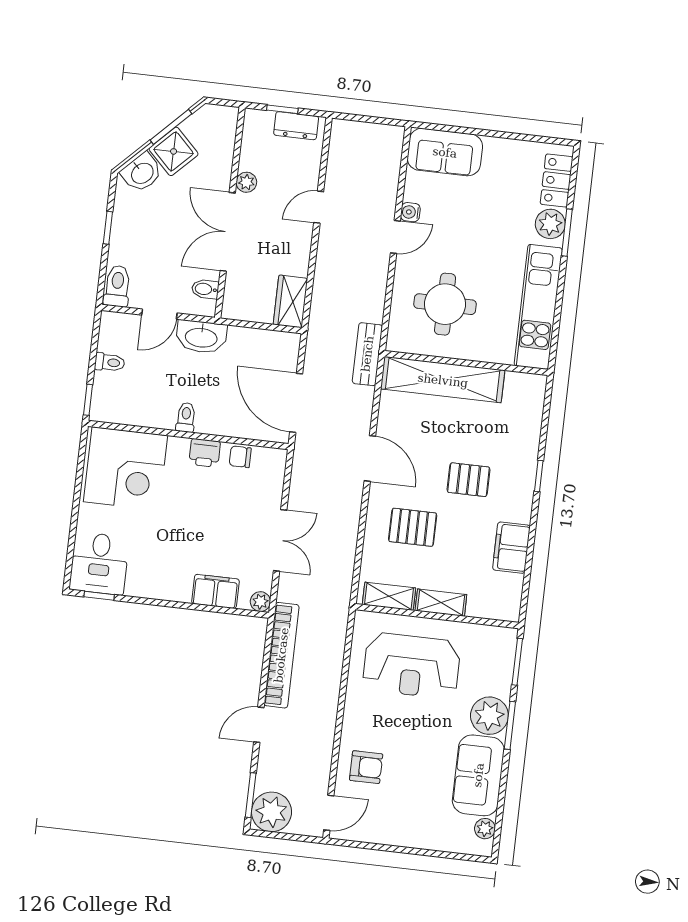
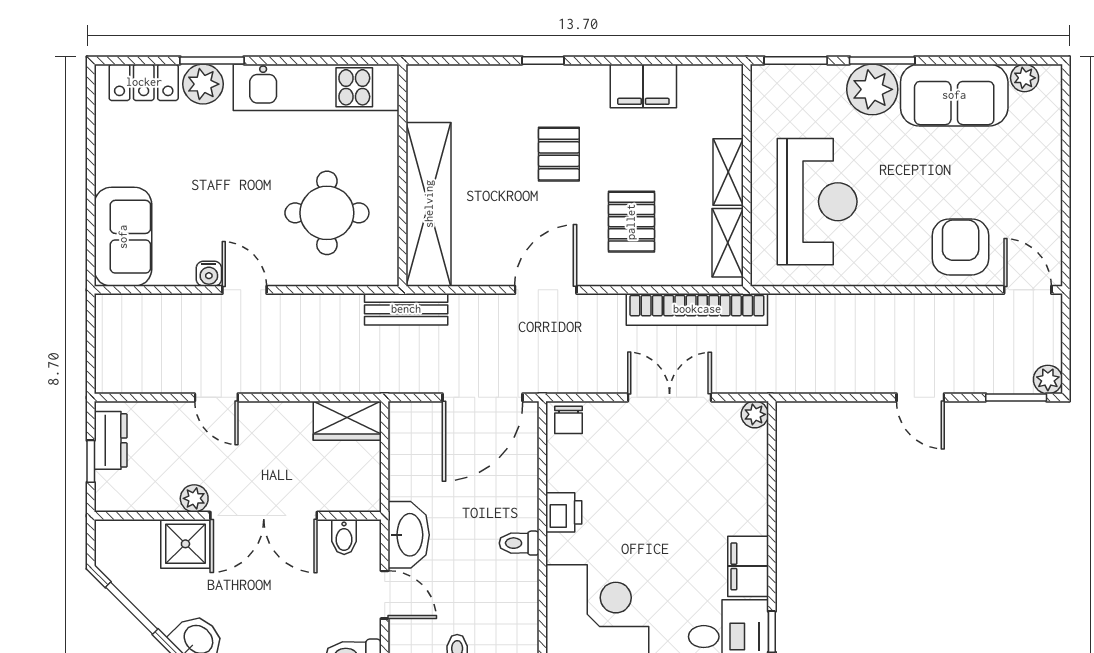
shower: (174, 151) -> (185, 544), moved, turned 45
chair: (240, 457) -> (569, 420), moved
filing cabinet: (215, 591) -> (748, 566), moved
bookcase: (281, 655) -> (697, 309), moved, turned 180
armchair: (366, 767) -> (961, 247), width x1.38, depth x1.38
plant: (272, 812) -> (1048, 379), width x0.53, depth x0.53

